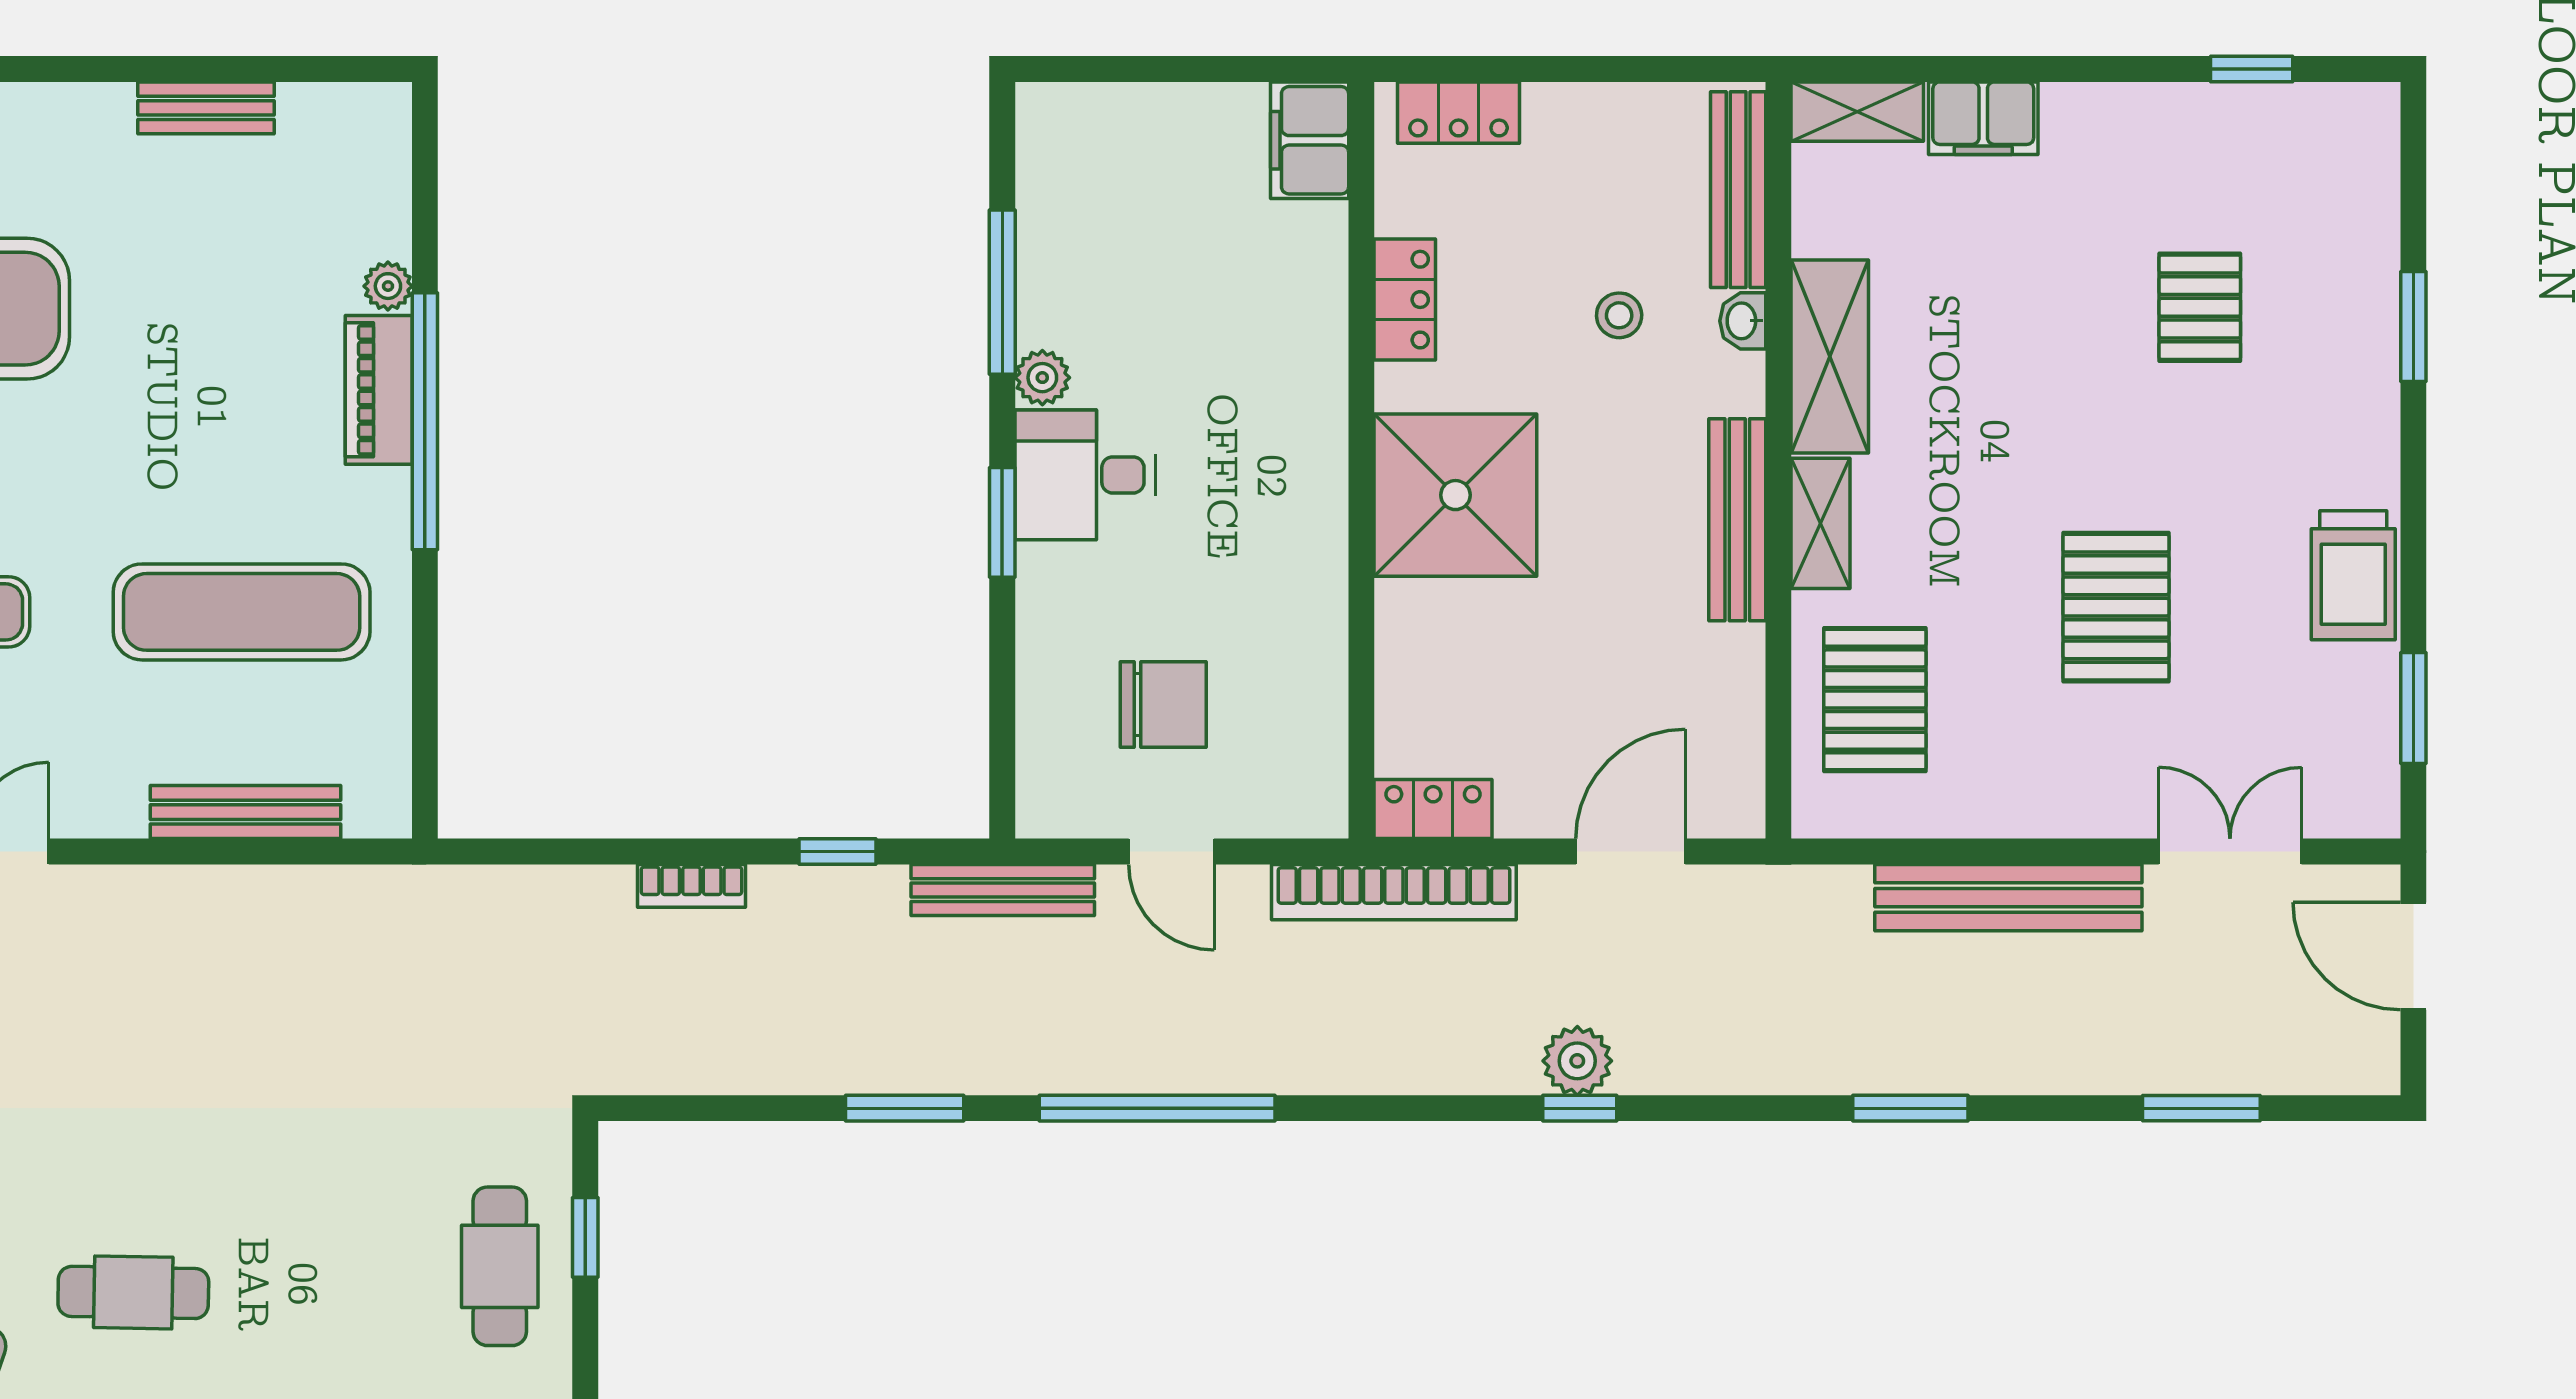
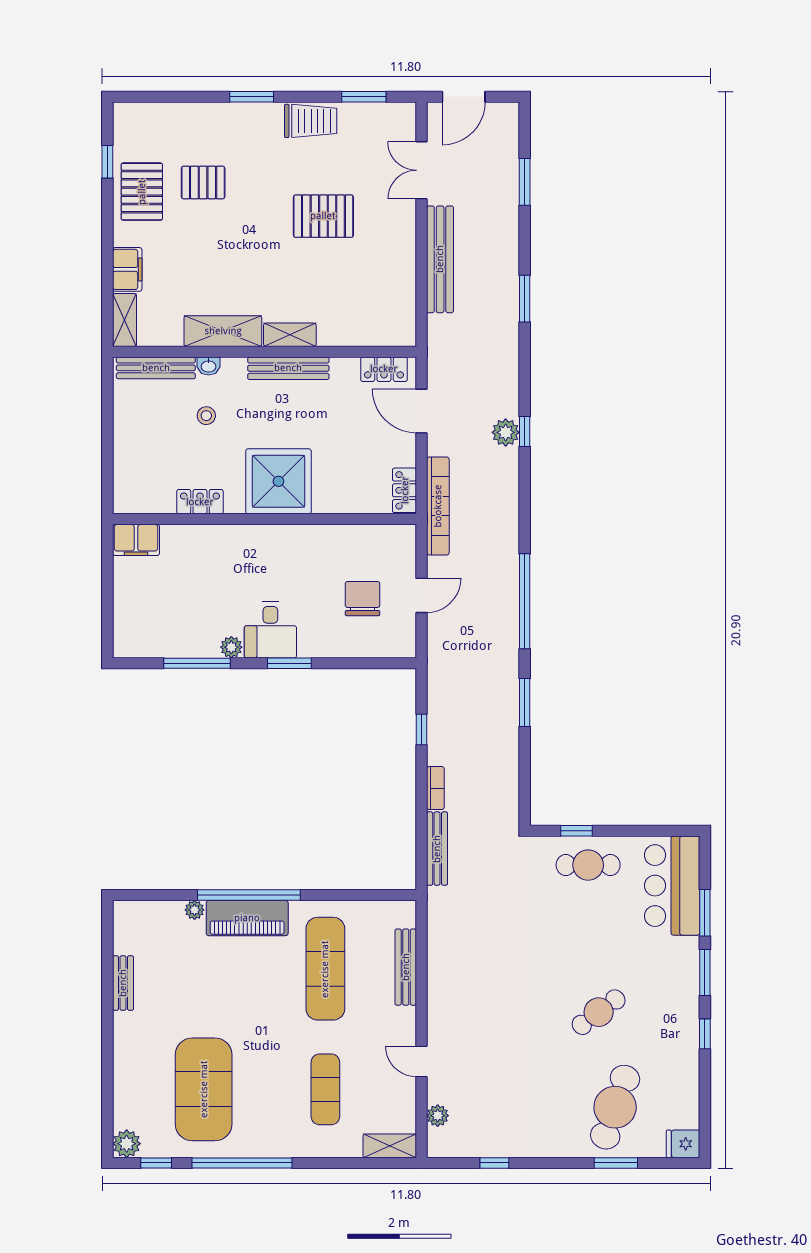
locker: (1459, 113) -> (384, 369), moved, turned 90
window: (2413, 326) -> (252, 97), moved
piano: (379, 390) -> (247, 918), width x1.37, depth x1.33
pallet: (1875, 700) -> (142, 192), moved, turned 90
bench: (1003, 890) -> (437, 849), moved
cafe table: (133, 1292) -> (599, 1012), turned 52

